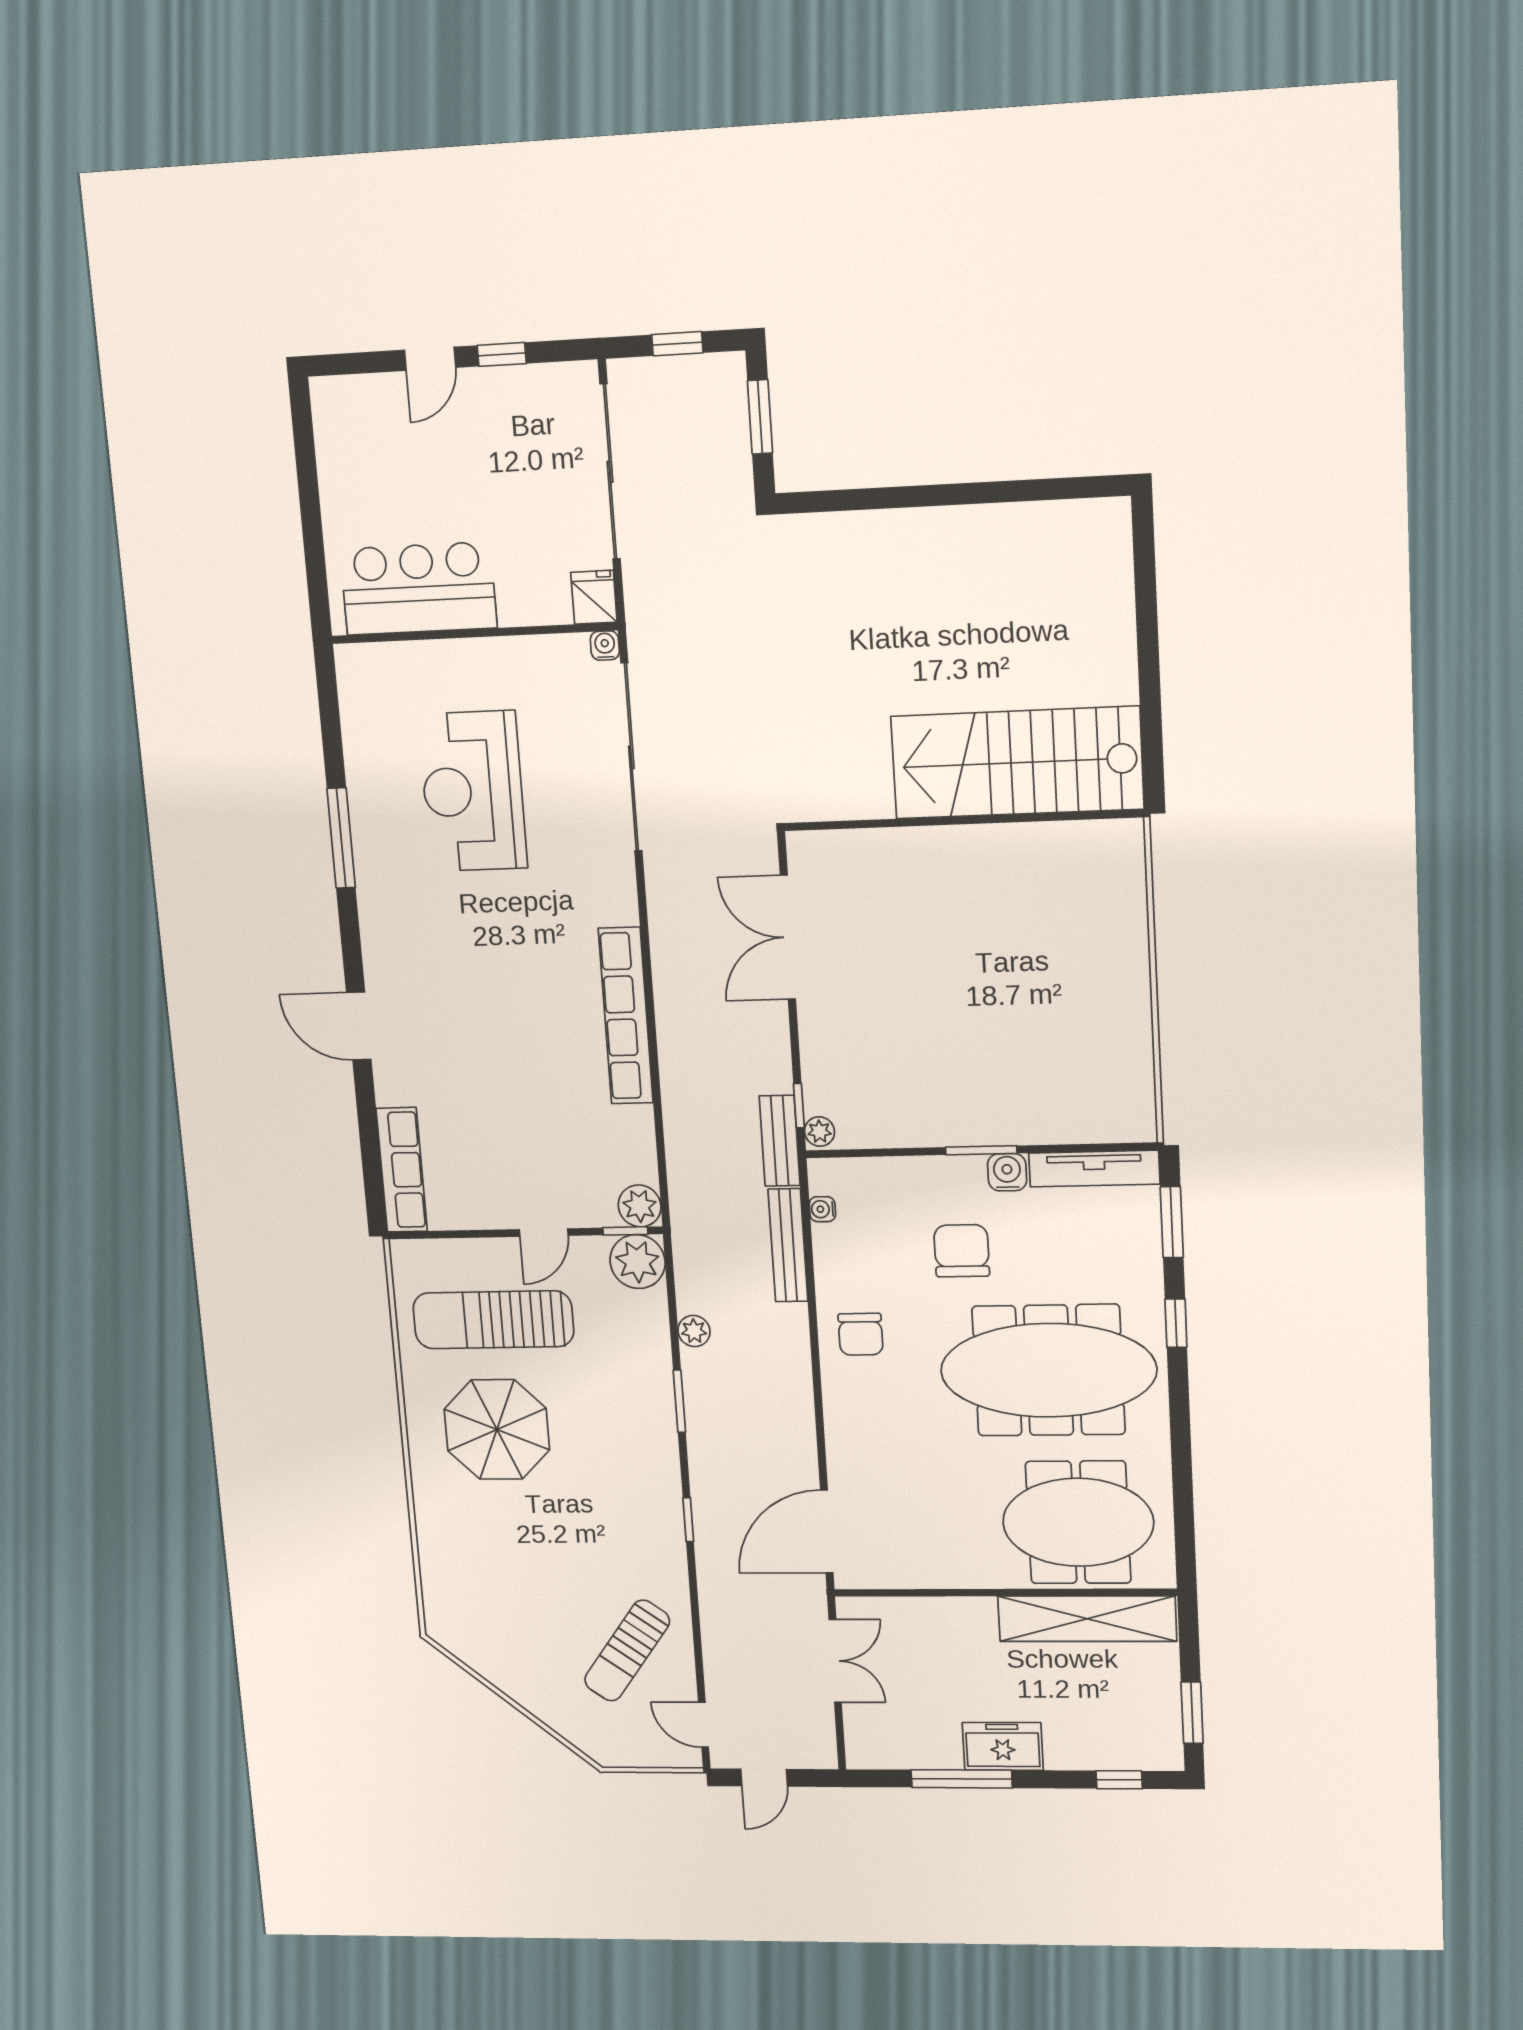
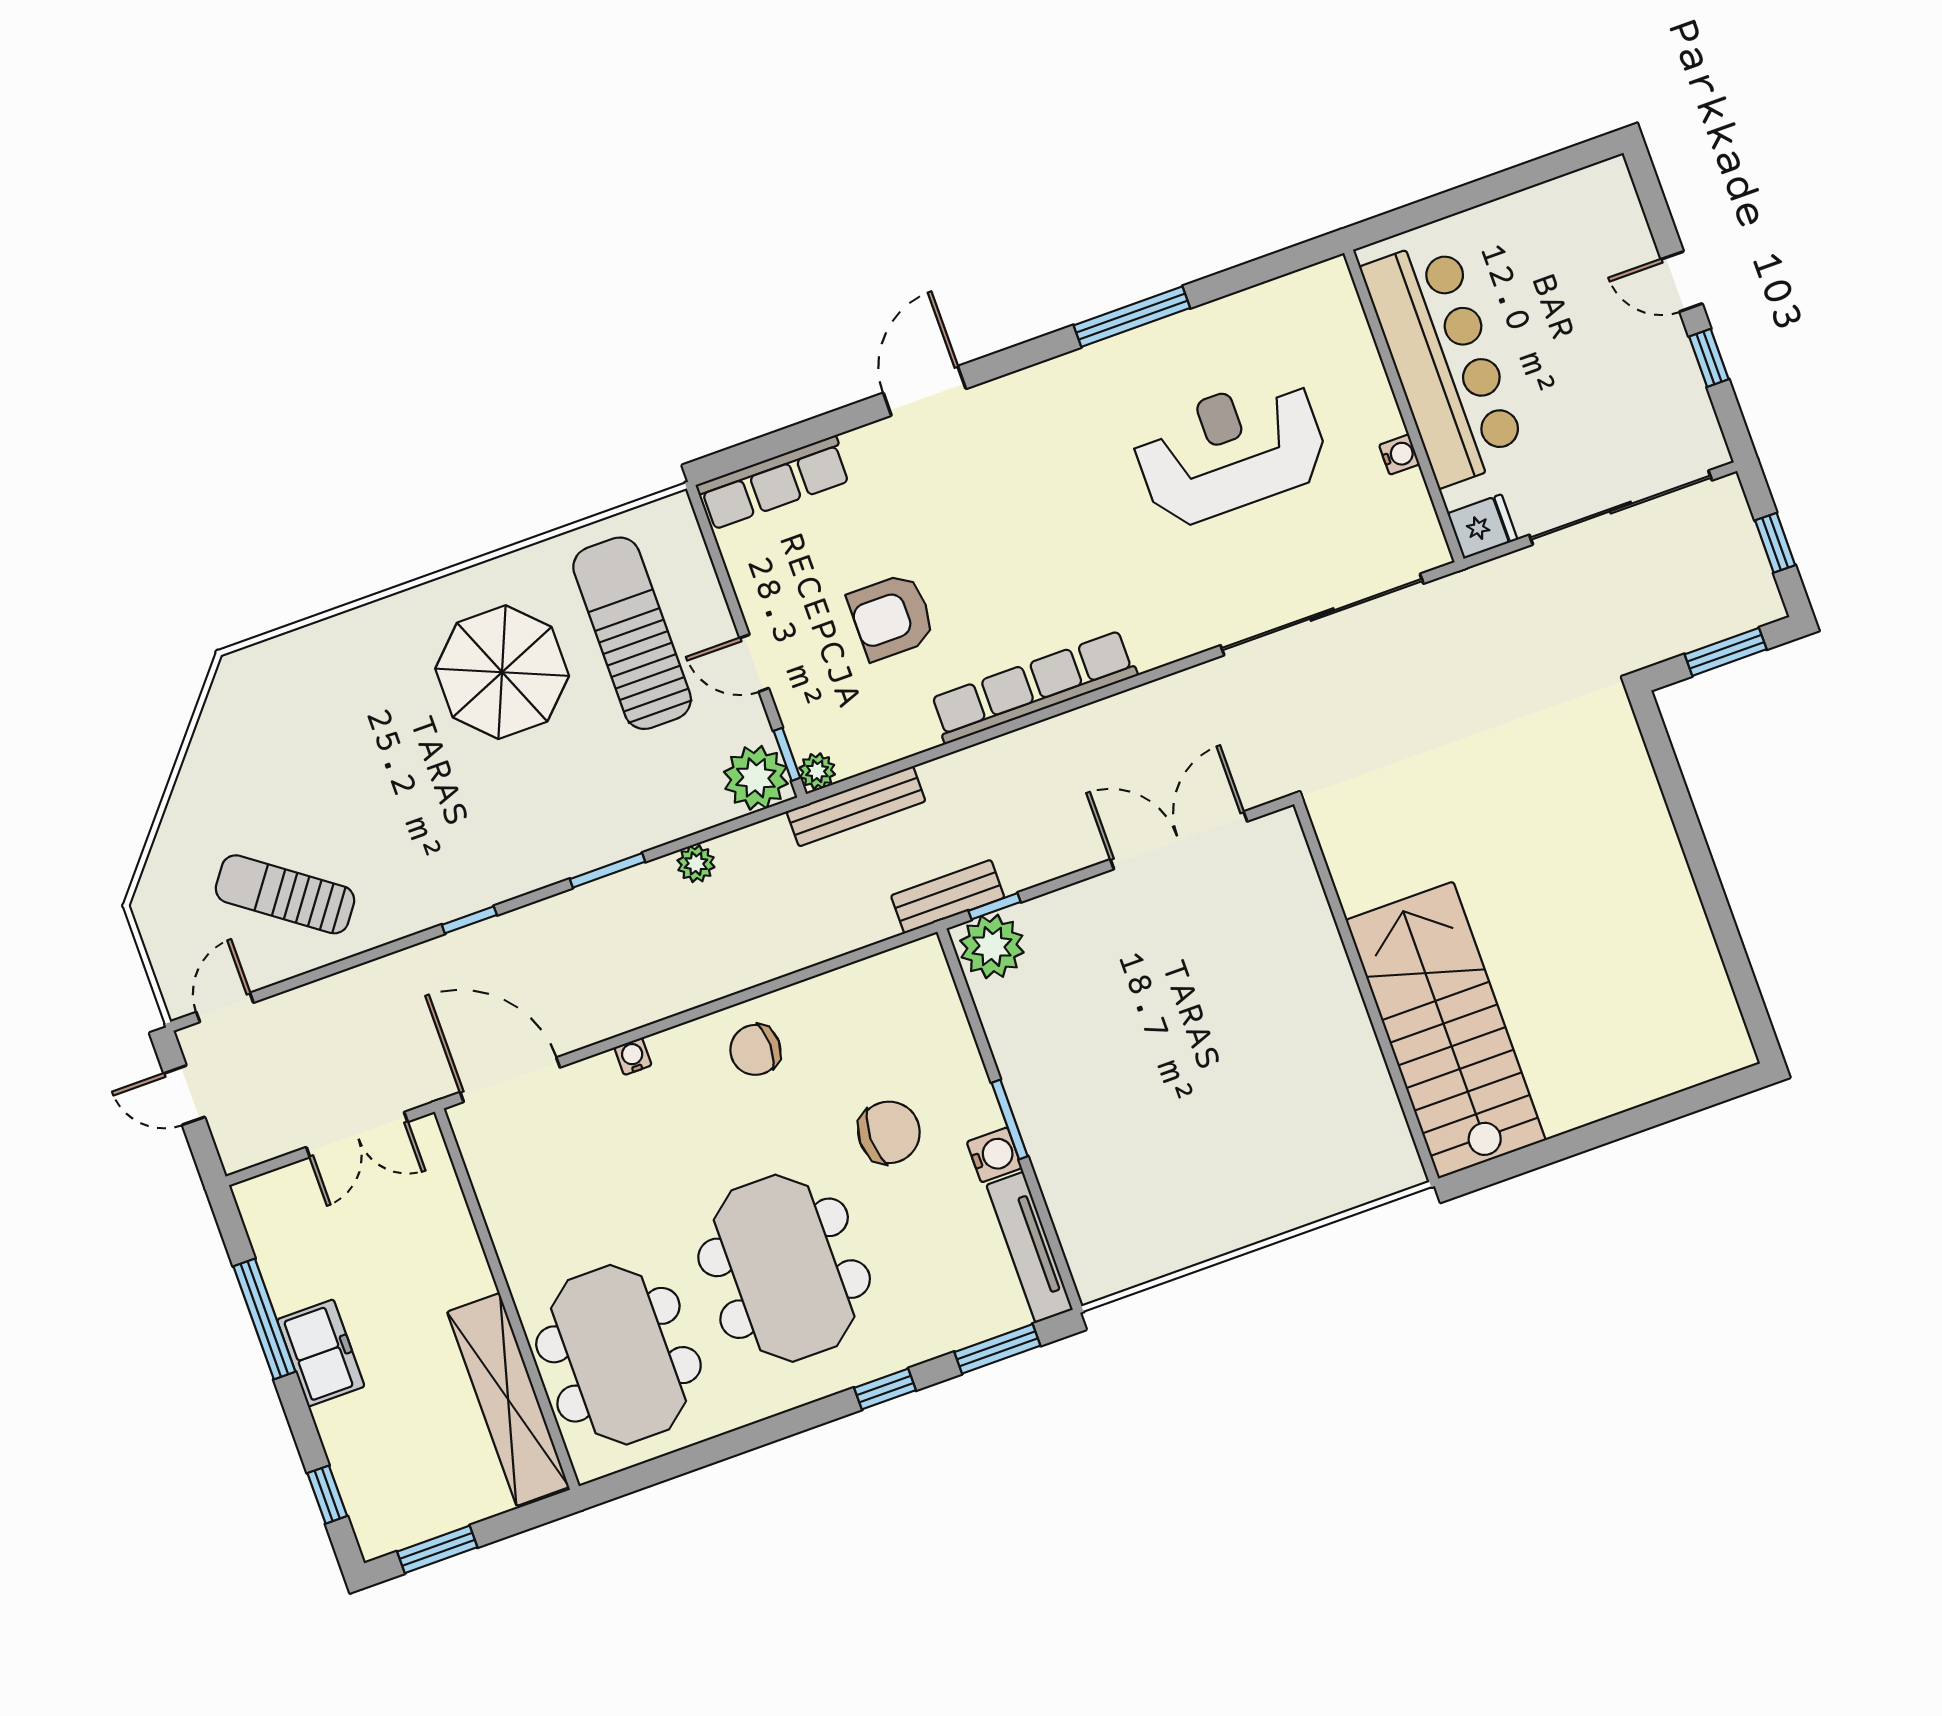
bar counter: (418, 589) -> (1444, 362), width x1.36
water cooler: (605, 645) -> (1399, 455), moved
armchair: (536, 1112) -> (892, 617), added
plant: (820, 1132) -> (992, 946), width x1.88, depth x1.88
plant: (640, 1206) -> (817, 771), width x0.73, depth x0.73
water cooler: (822, 1209) -> (633, 1056), moved
bench: (788, 1245) -> (856, 806), moved
meeting table: (1049, 1370) -> (784, 1268), width x0.73

